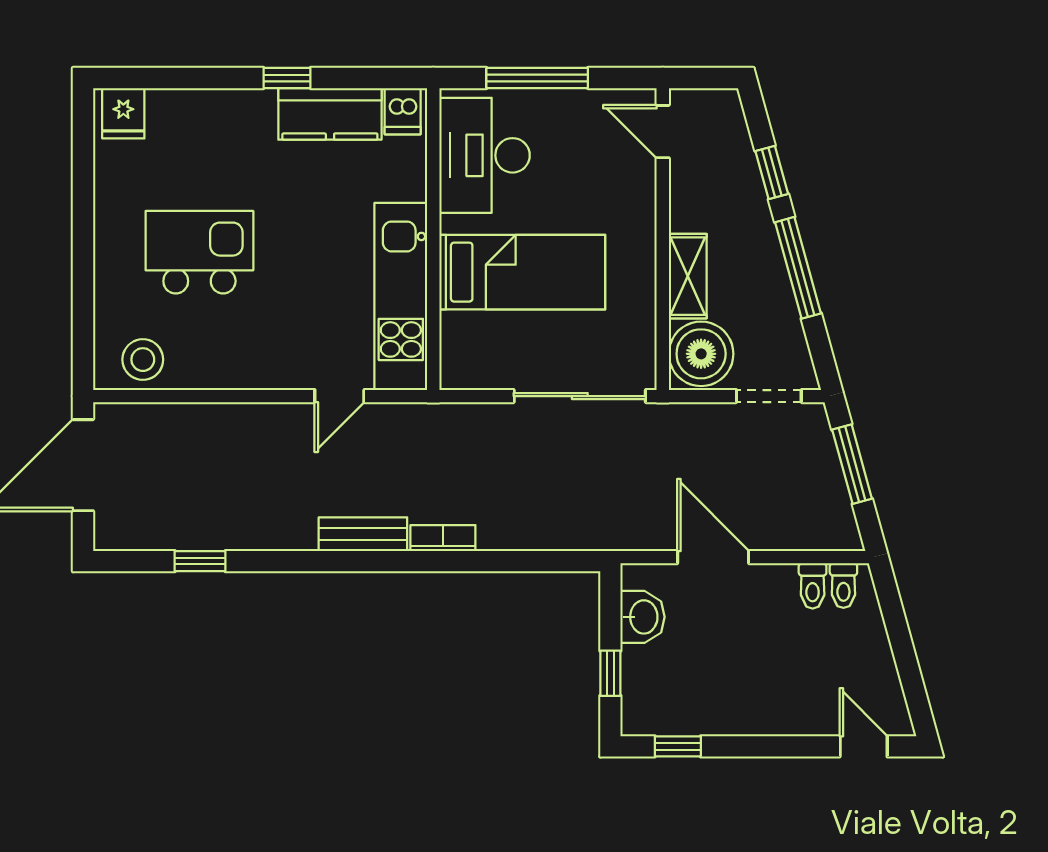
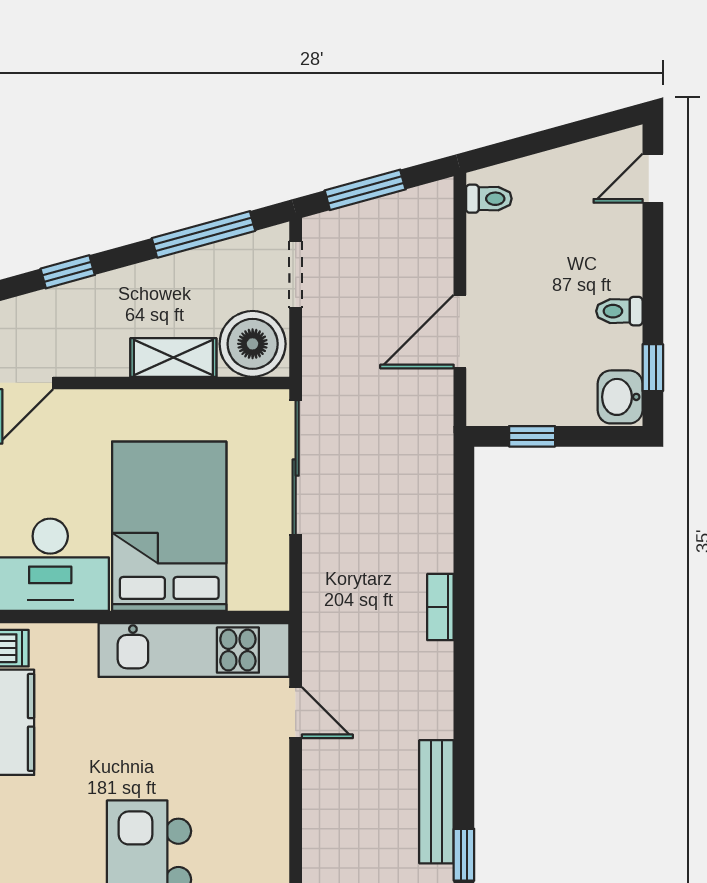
window: (798, 268) -> (204, 234), moved
bed: (522, 272) -> (169, 526), width x1.50
bench: (363, 534) -> (436, 802), moved, width x1.36
toilet: (813, 586) -> (619, 311), moved, turned 180
washbasin: (642, 617) -> (620, 397), moved, turned -90
window: (610, 673) -> (532, 436), moved

